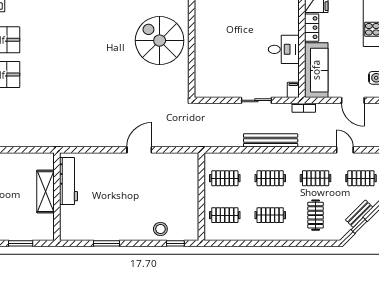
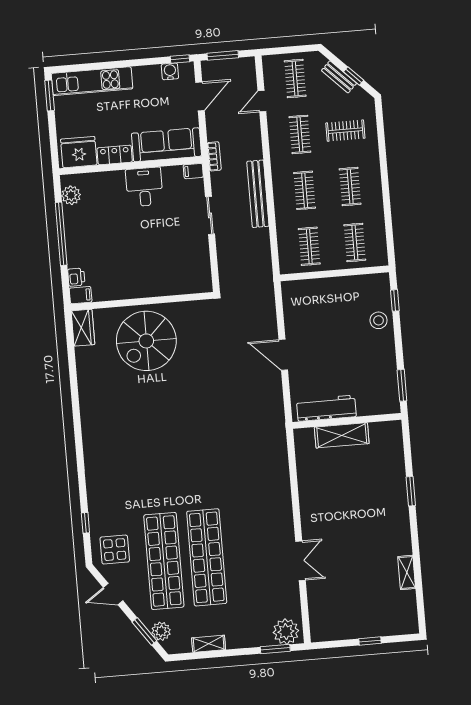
workbench: (68, 181) -> (326, 408), moved
shelving: (46, 192) -> (342, 435), moved
wall: (57, 197) -> (347, 421), moved

